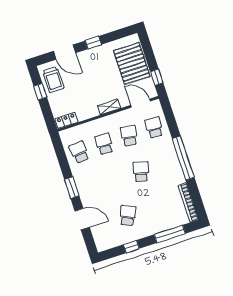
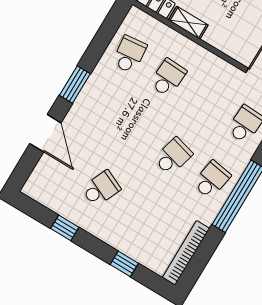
shelving: (109, 107) -> (188, 23), moved
school desk: (129, 136) -> (212, 180), moved
window: (170, 234) -> (124, 264), width x0.46

